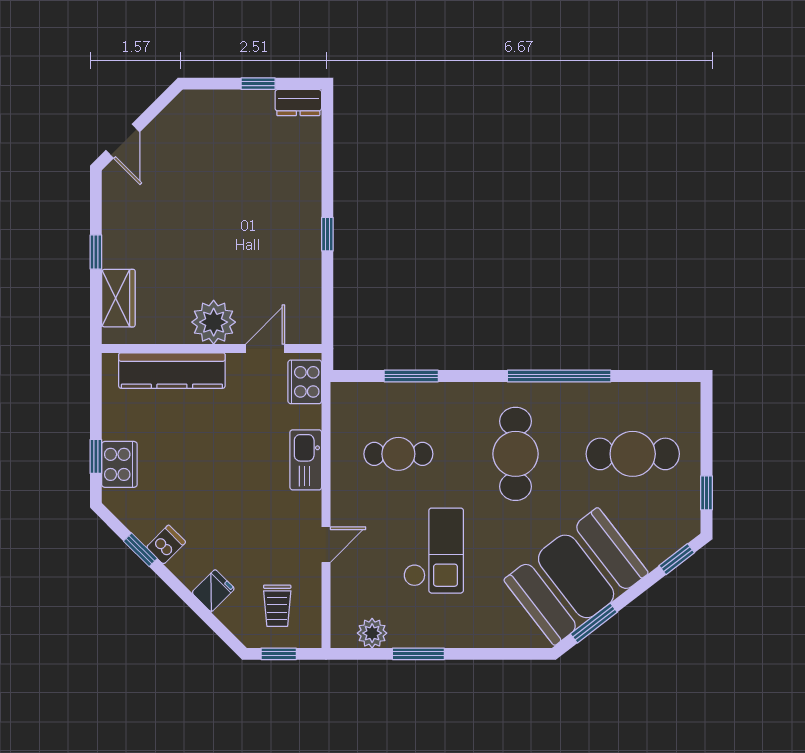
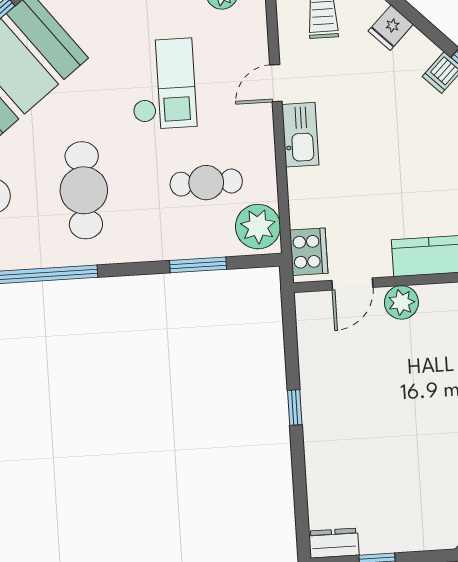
plant: (214, 322) -> (401, 302), width x0.73, depth x0.73
plant: (352, 409) -> (258, 227), added
kitchen sink: (306, 460) -> (300, 135), moved
checkout: (434, 551) -> (163, 84), turned 180

